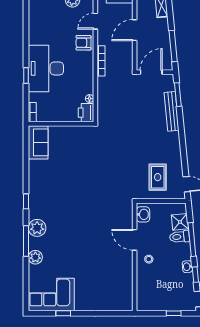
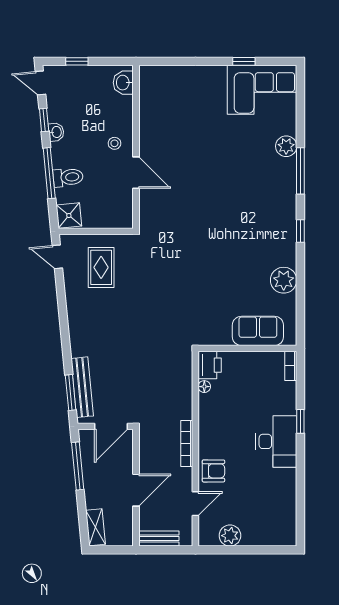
desk: (46, 68) -> (276, 441), width x0.73, depth x0.77
bench: (171, 111) -> (82, 387), moved
sofa: (38, 142) -> (258, 331), moved, turned 90
washbasin: (143, 214) -> (123, 83), moved
shower: (180, 222) -> (69, 215), moved
plant: (37, 228) -> (284, 280), moved

